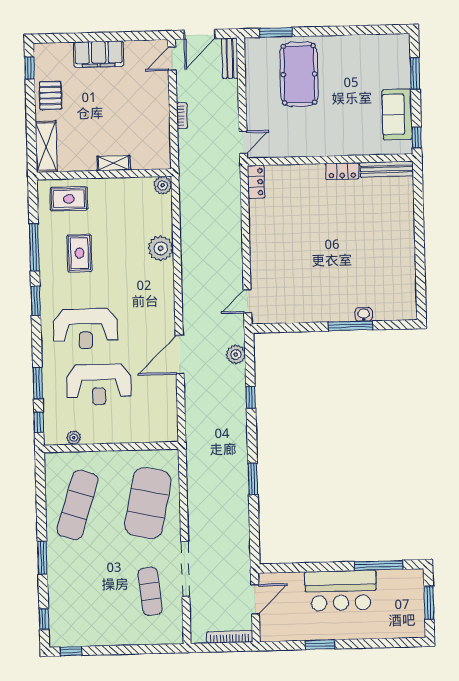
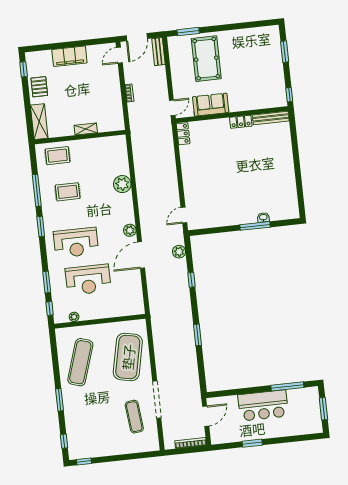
sofa: (397, 114) -> (211, 105), moved, turned 90
plant: (163, 185) -> (130, 230), moved
rug: (79, 253) -> (68, 192), turned 90

